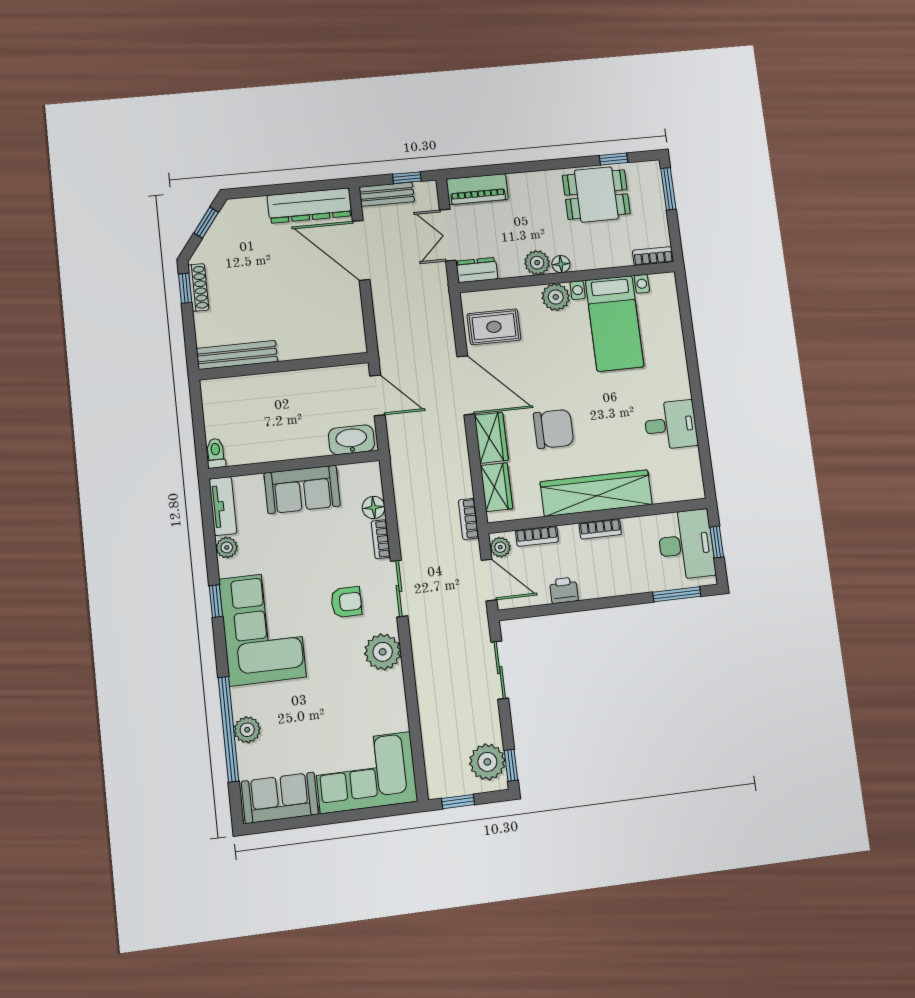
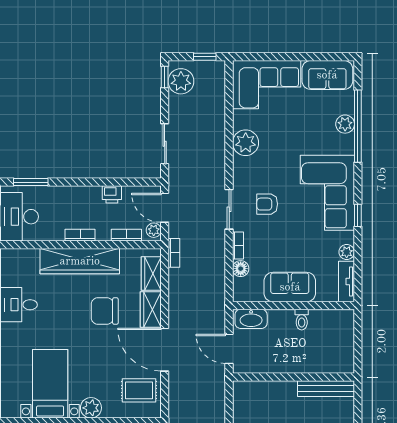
toilet: (216, 453) -> (302, 320), moved
plant: (383, 652) -> (246, 143), moved

